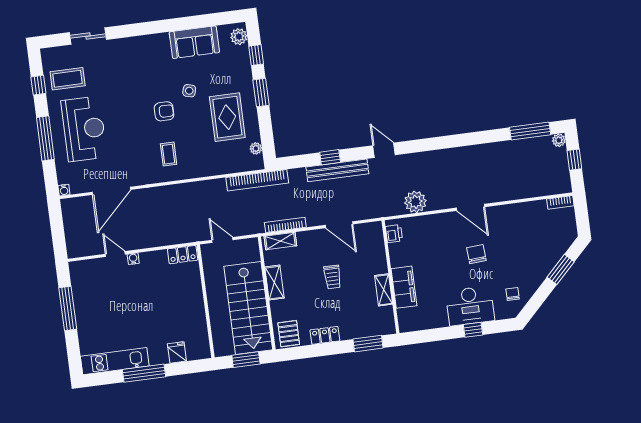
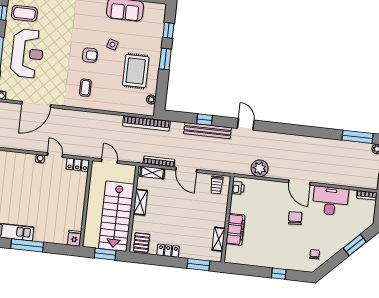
plant: (239, 37) -> (159, 13), removed
door: (339, 225) -> (186, 170), moved
door: (115, 254) -> (55, 155), moved
trolley: (332, 277) -> (217, 185), moved
shelving: (384, 290) -> (219, 239), moved
desk: (470, 306) -> (330, 201), moved, turned 180
fridge: (177, 352) -> (74, 238), moved

